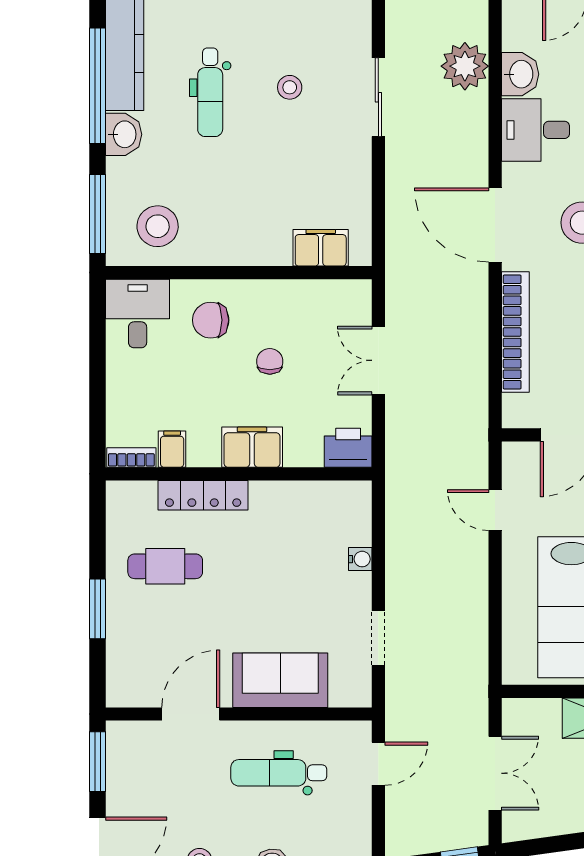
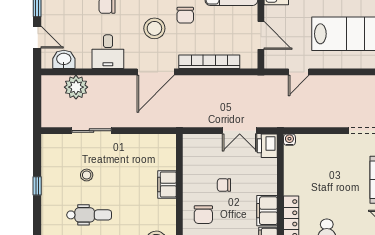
washbasin: (520, 74) -> (64, 59), moved
filing cabinet: (321, 248) -> (167, 184), moved
double door: (378, 360) -> (240, 131), moved
filing cabinet: (252, 447) -> (267, 211), moved
water cooler: (360, 559) -> (289, 140), moved

